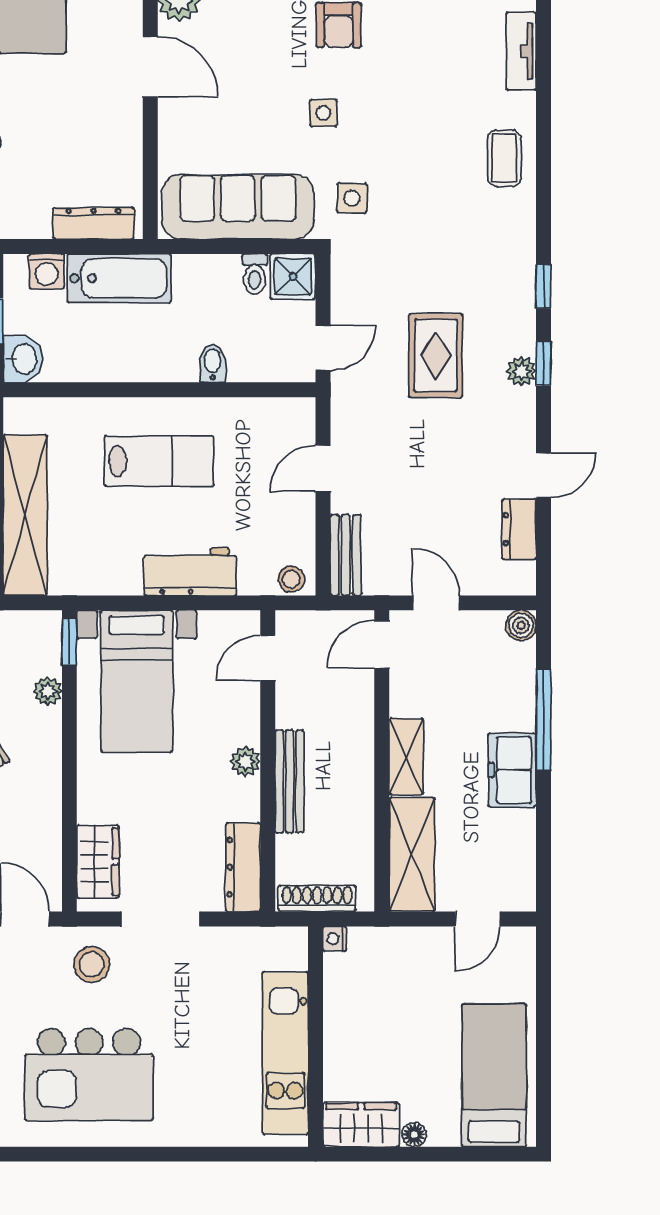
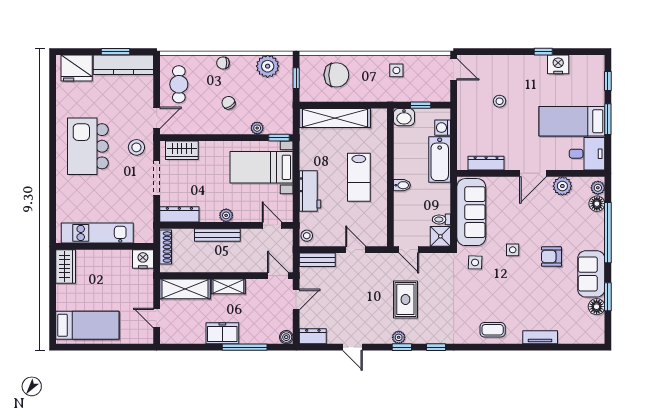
dresser: (93, 223) -> (486, 163), moved, turned -90
rug: (436, 356) -> (405, 299), turned 90
bidet: (213, 363) -> (402, 185), moved
dresser: (519, 529) -> (313, 336), moved
nightstand: (335, 939) -> (143, 259), width x1.89, depth x1.79
floor lamp: (414, 1135) -> (61, 290), removed

